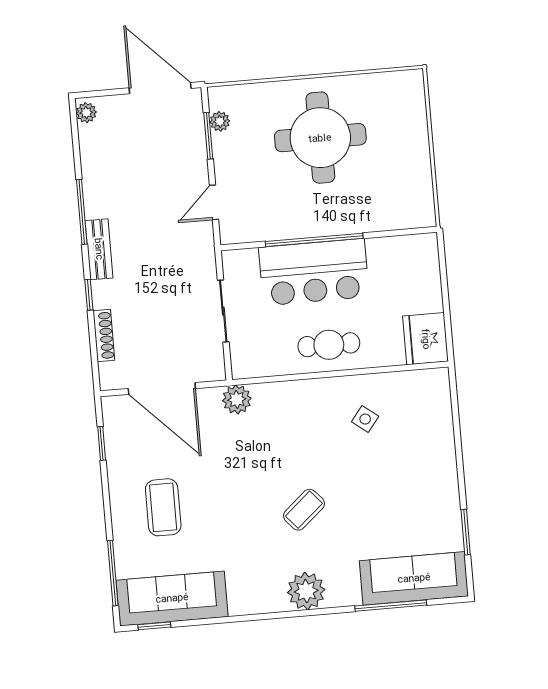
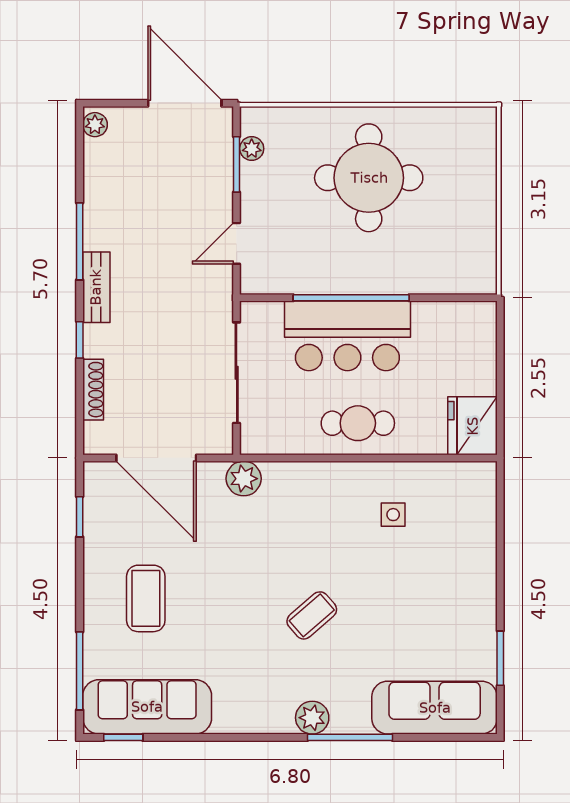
sliding door: (223, 311) -> (237, 373), width x1.37
side table: (365, 419) -> (393, 515), turned -38
plant: (306, 591) -> (312, 718), width x0.73, depth x0.73
window: (391, 606) -> (350, 737), moved

